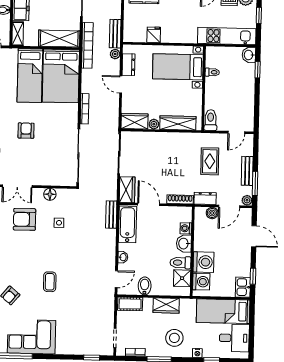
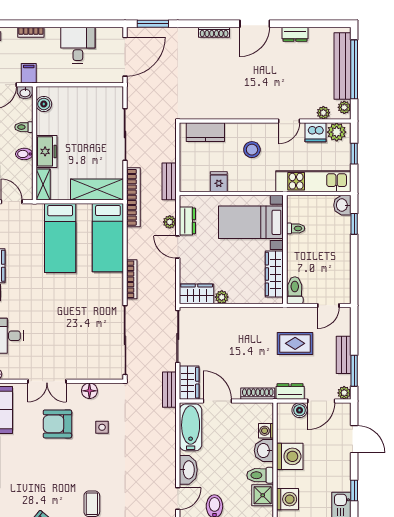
stool: (180, 10) -> (252, 150), added
plant: (115, 54) -> (170, 222), moved
bed: (61, 76) -> (108, 238), width x0.67
wardrobe: (178, 123) -> (274, 274), moved, turned -90
armchair: (26, 131) -> (57, 309), removed
rug: (210, 161) -> (295, 343), turned 90
bench: (111, 215) -> (169, 390), moved
washbasin: (123, 257) -> (188, 470), width x1.91, depth x1.45
washing machine: (203, 262) -> (290, 456), moved

